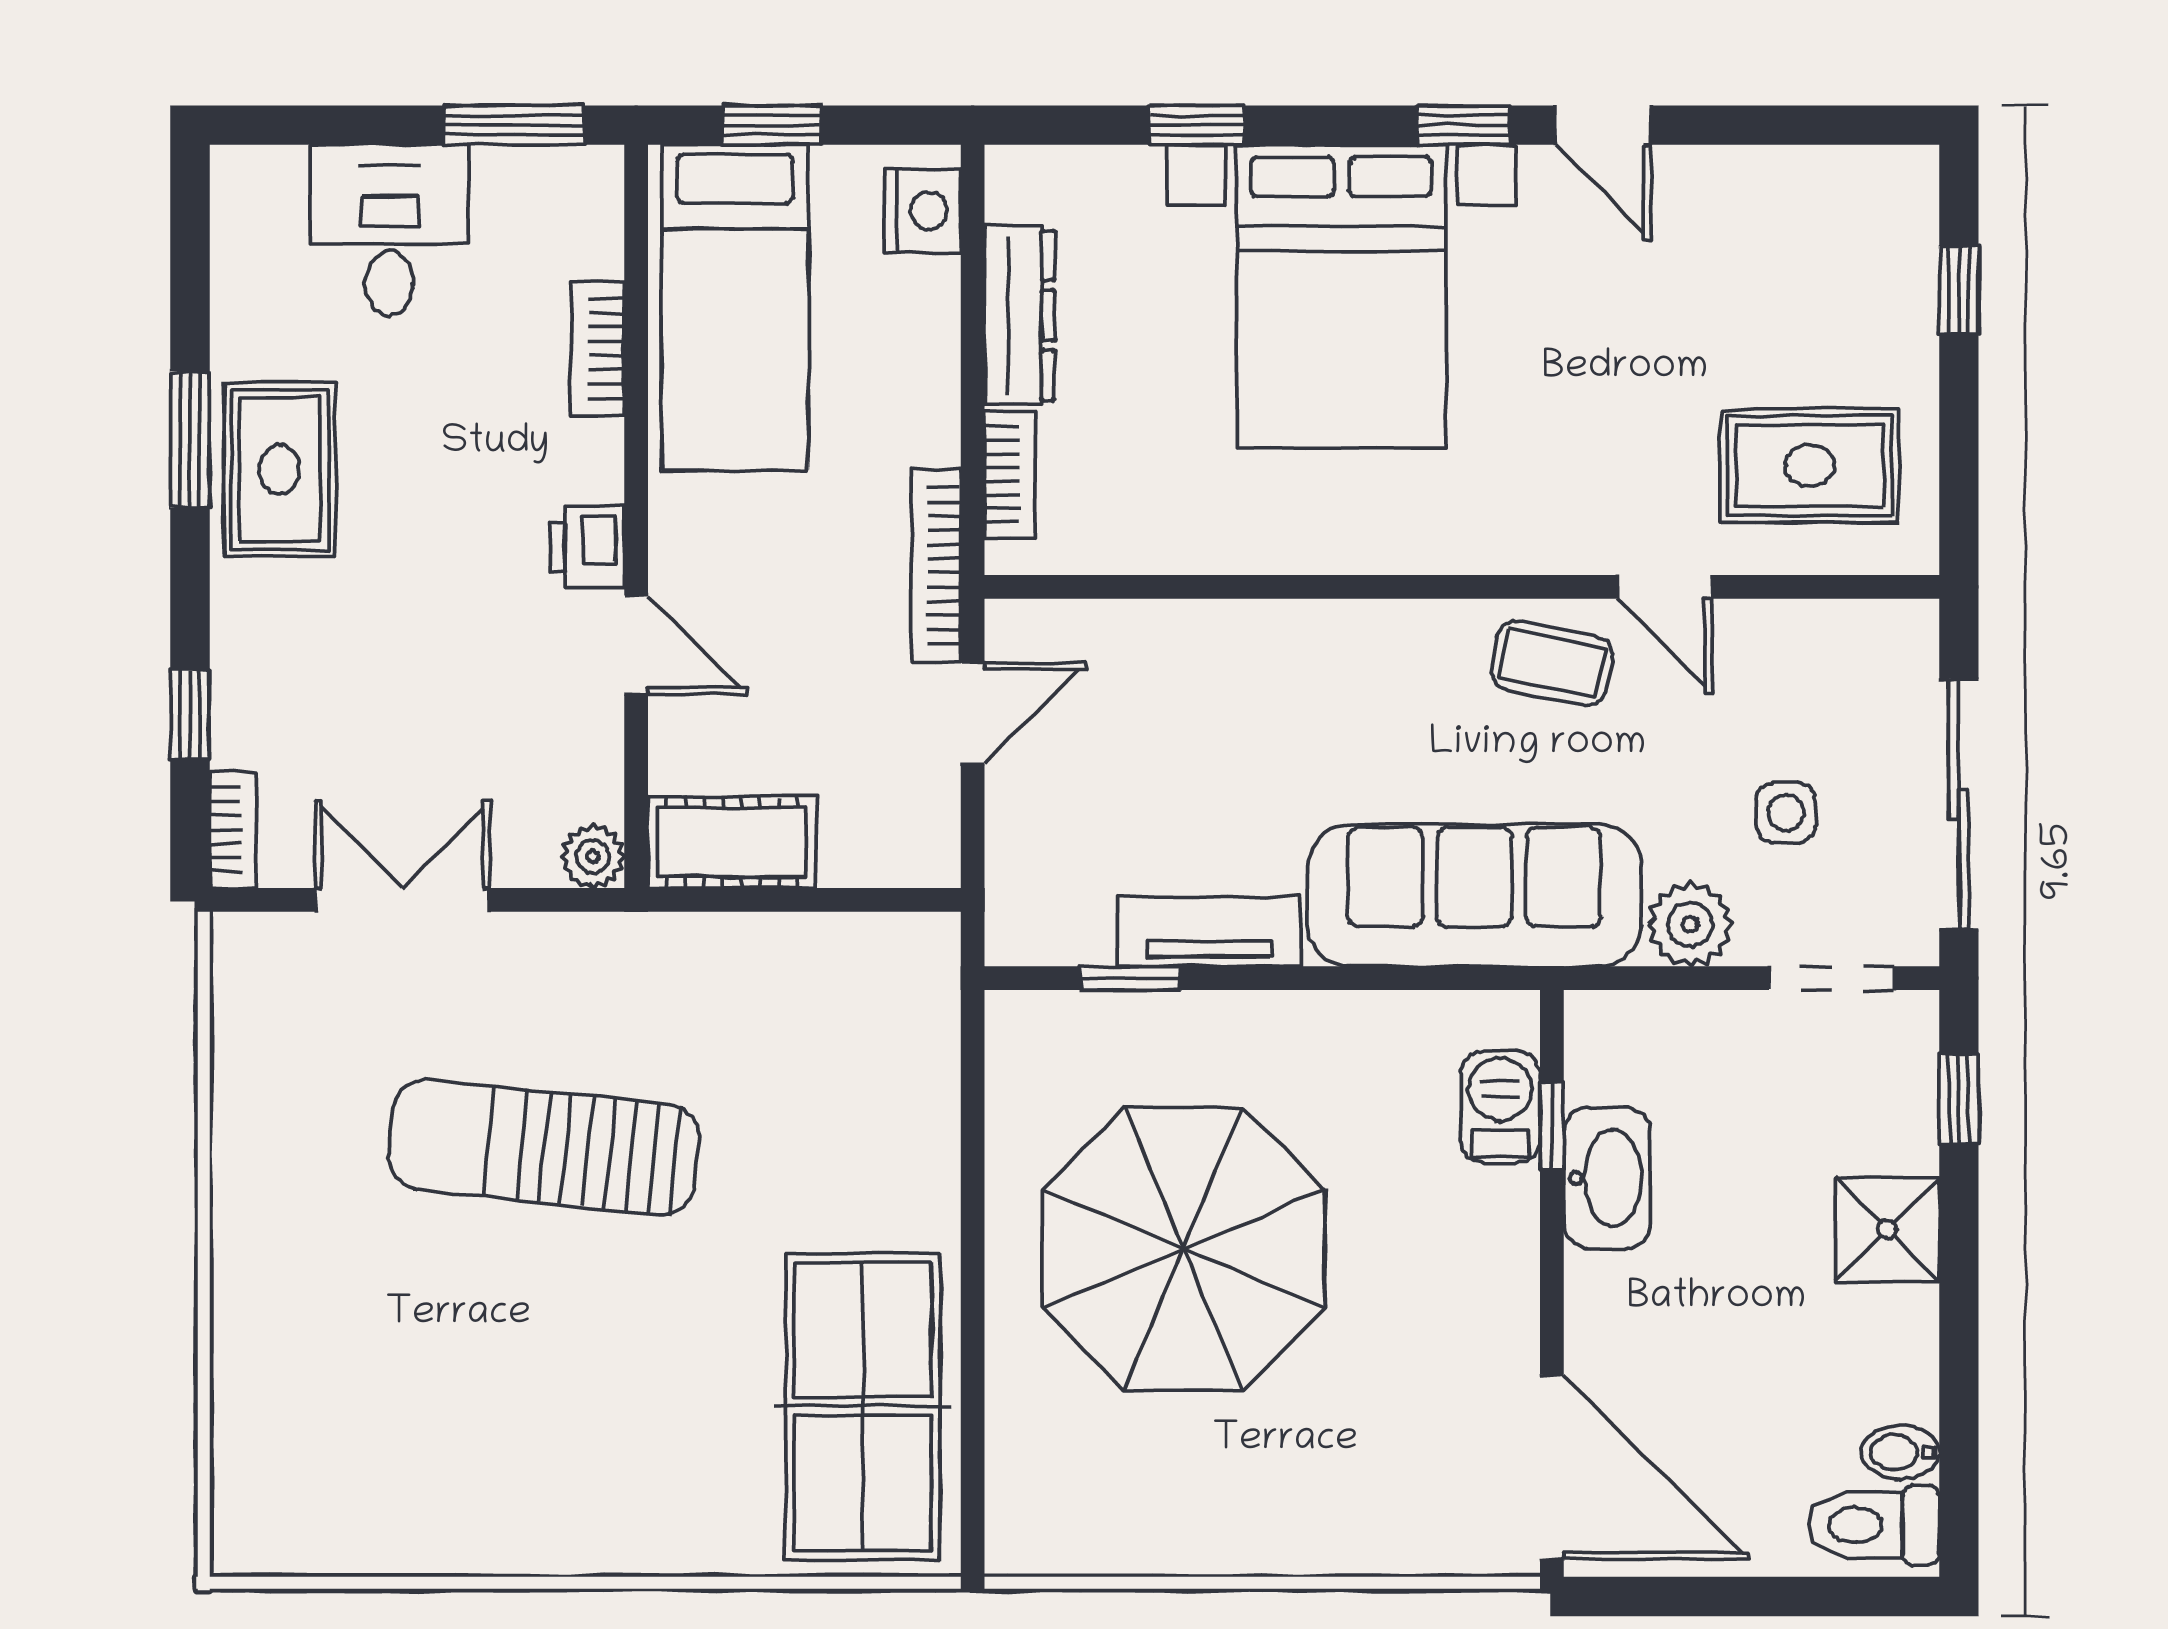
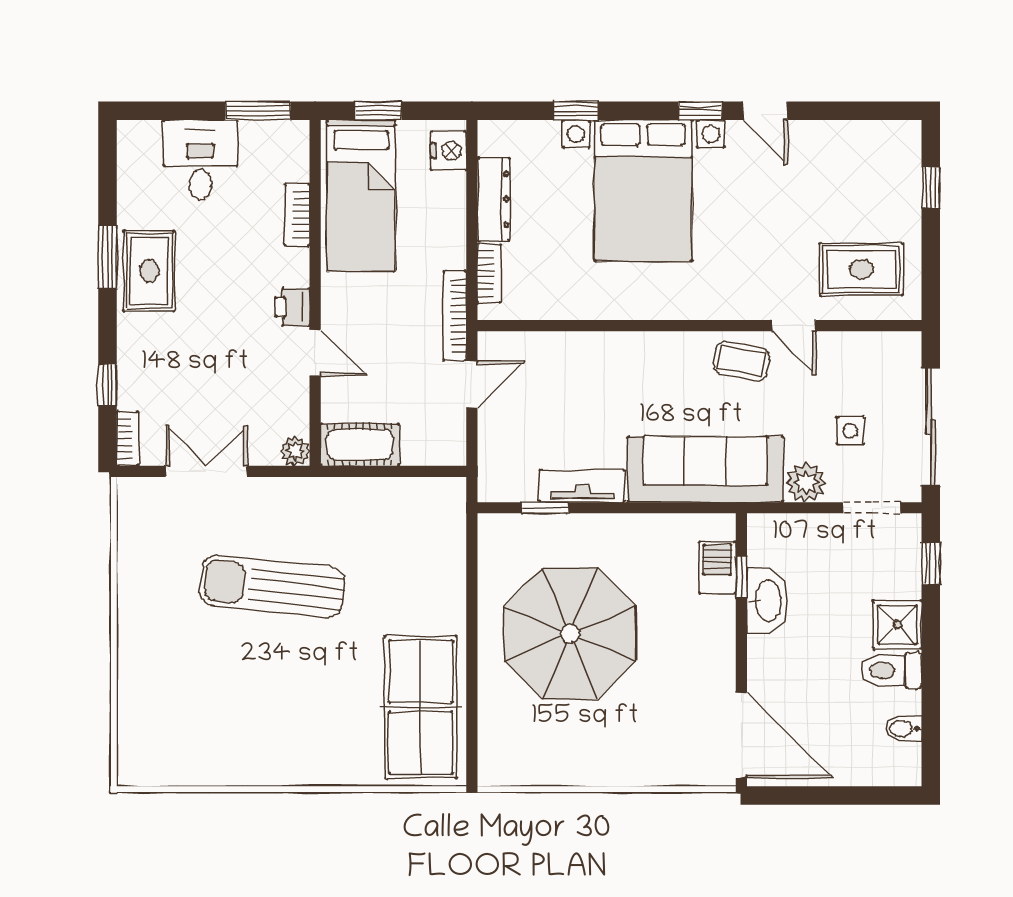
toilet: (1874, 1525) -> (891, 670), moved

